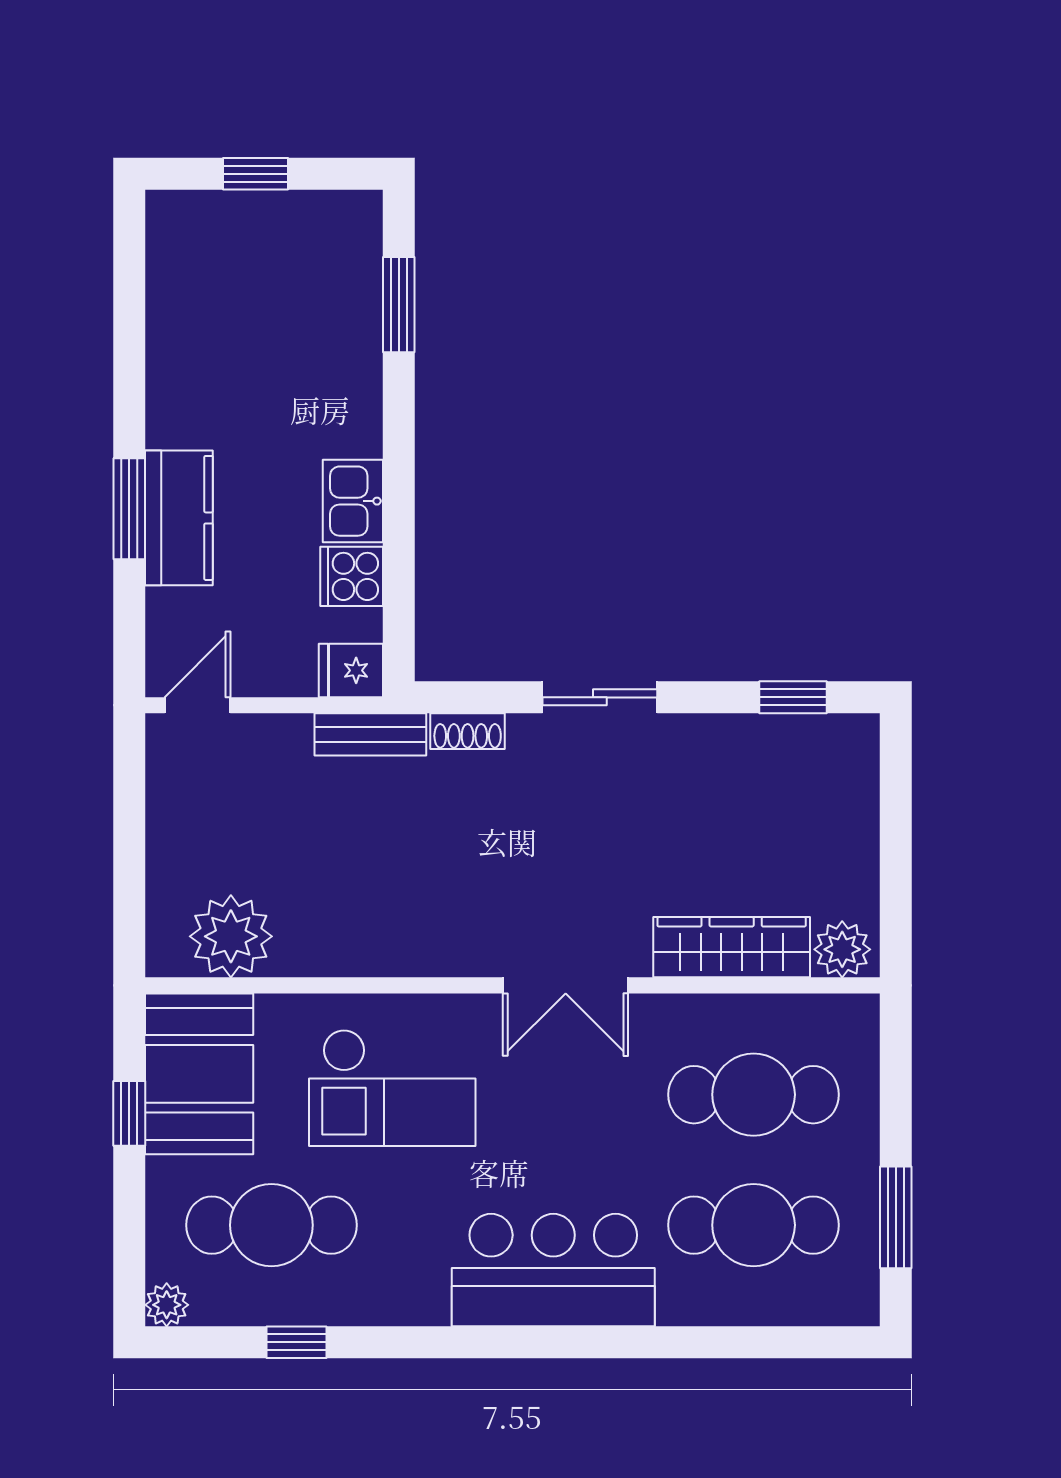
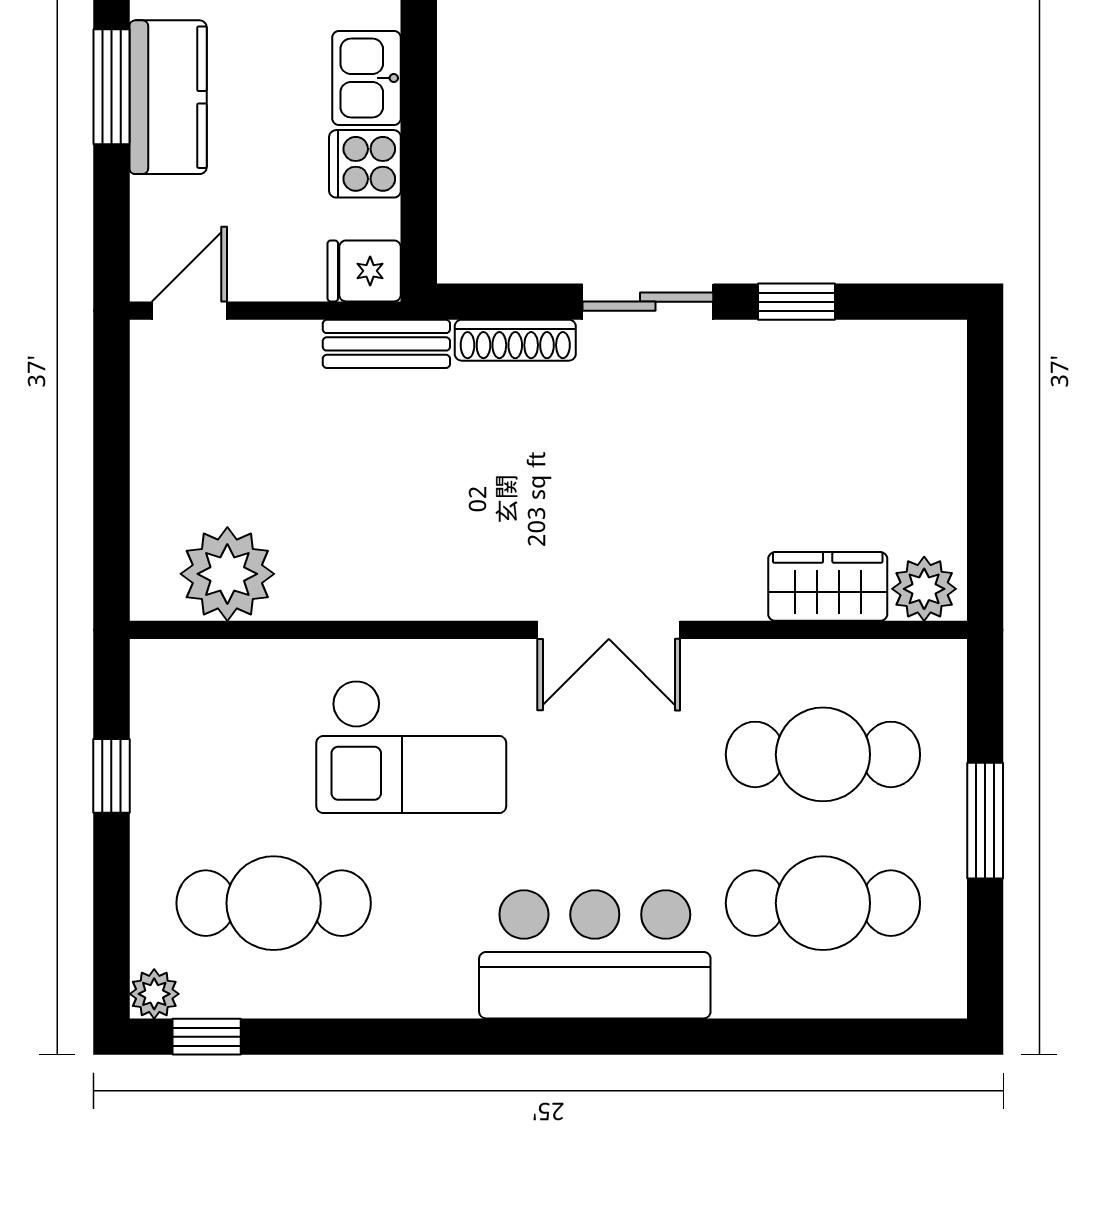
window: (793, 697) -> (796, 302), moved
shoe rack: (468, 731) -> (515, 340), width x1.43
wardrobe: (732, 947) -> (828, 586), width x0.67
booth: (199, 1074) -> (191, 731), removed
window: (896, 1217) -> (985, 821), moved
window: (296, 1342) -> (207, 1037), moved

